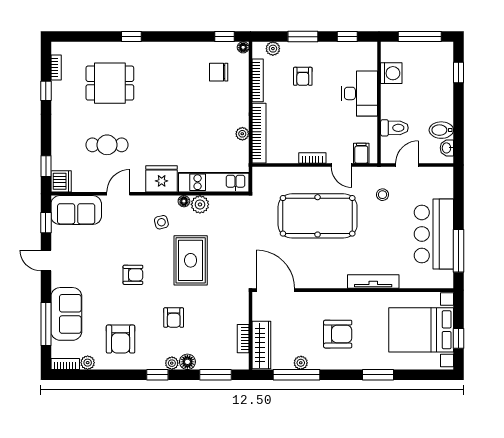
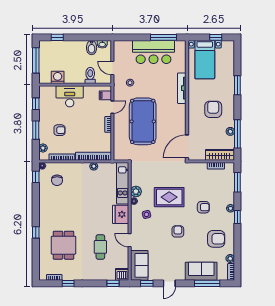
bed with nightstands: (421, 330) -> (205, 60), width x0.73
floor lamp: (187, 362) -> (230, 199), removed

